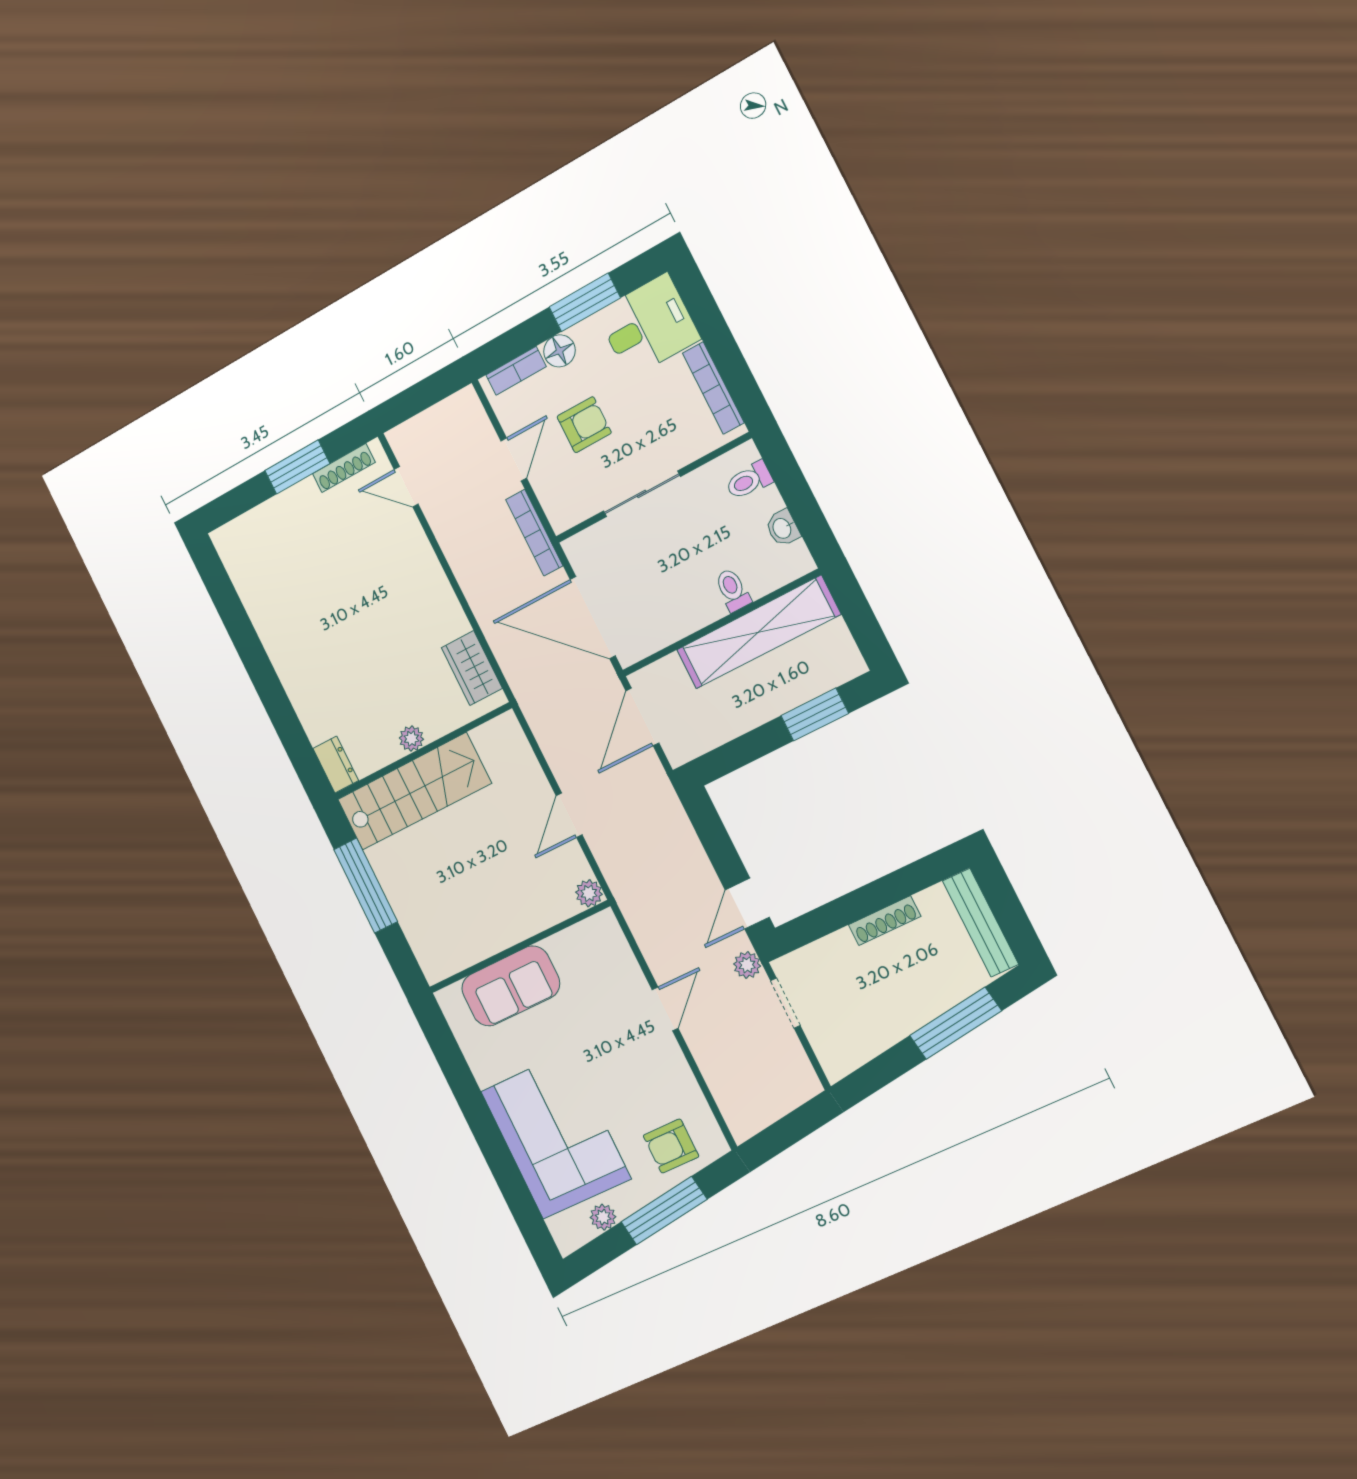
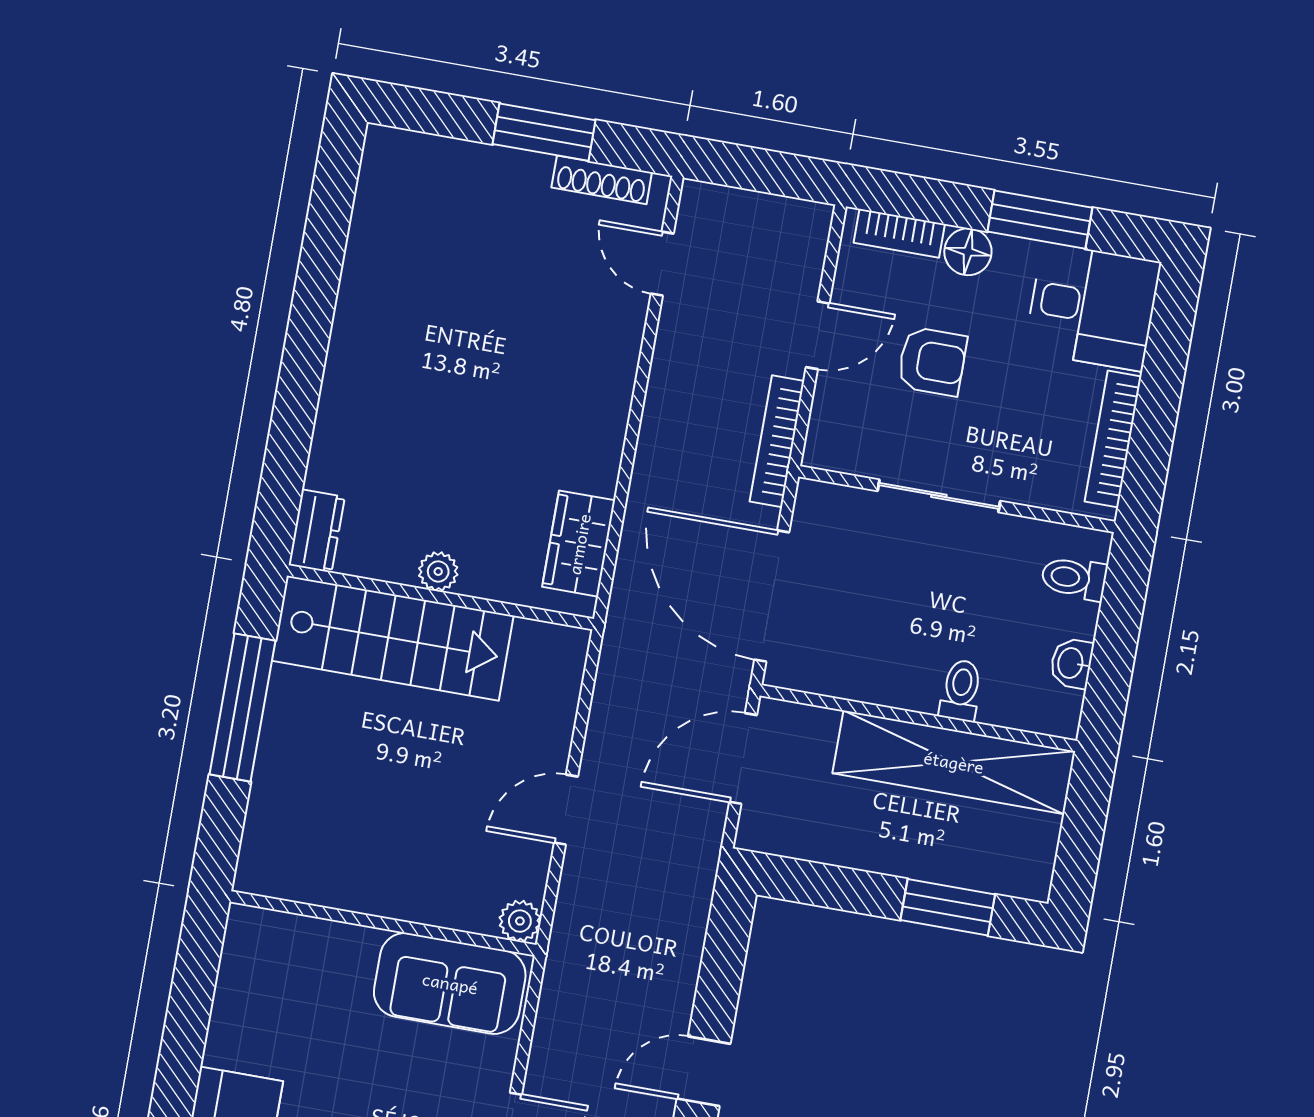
sofa: (511, 986) -> (450, 983), moved

